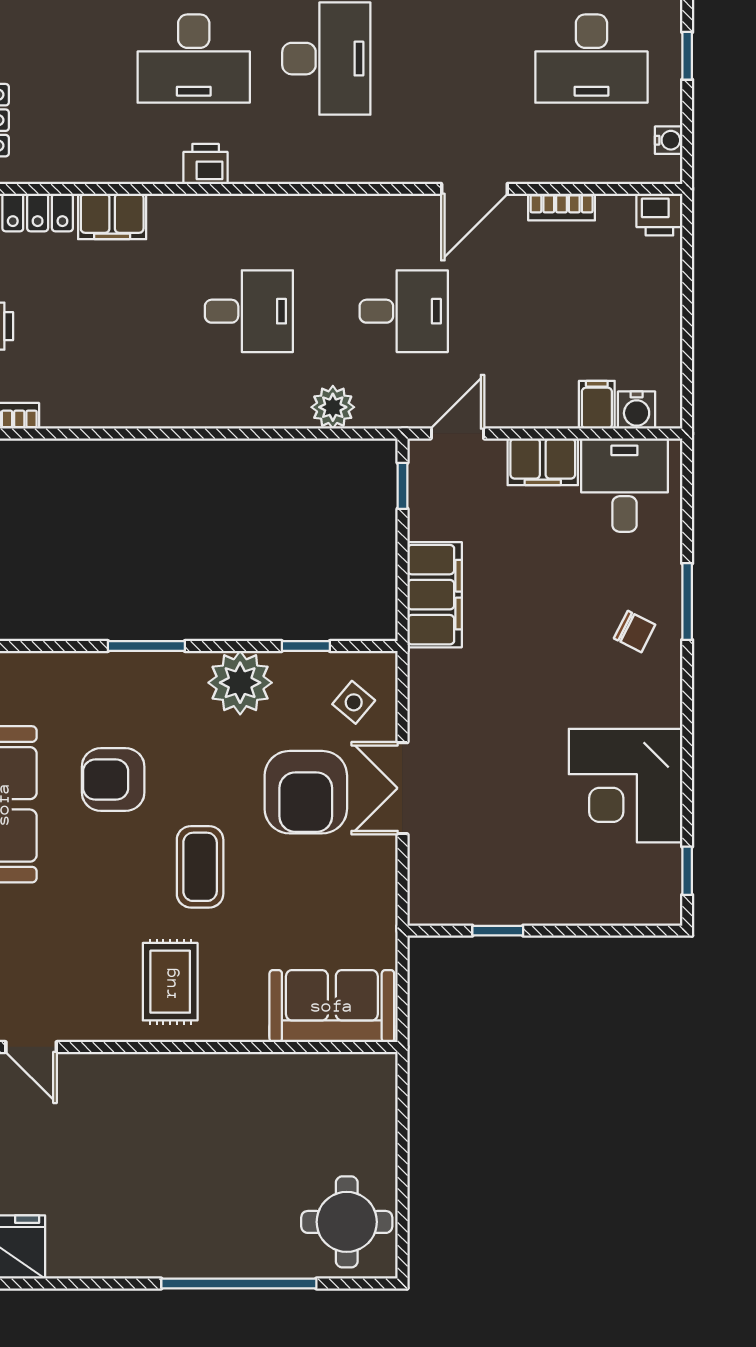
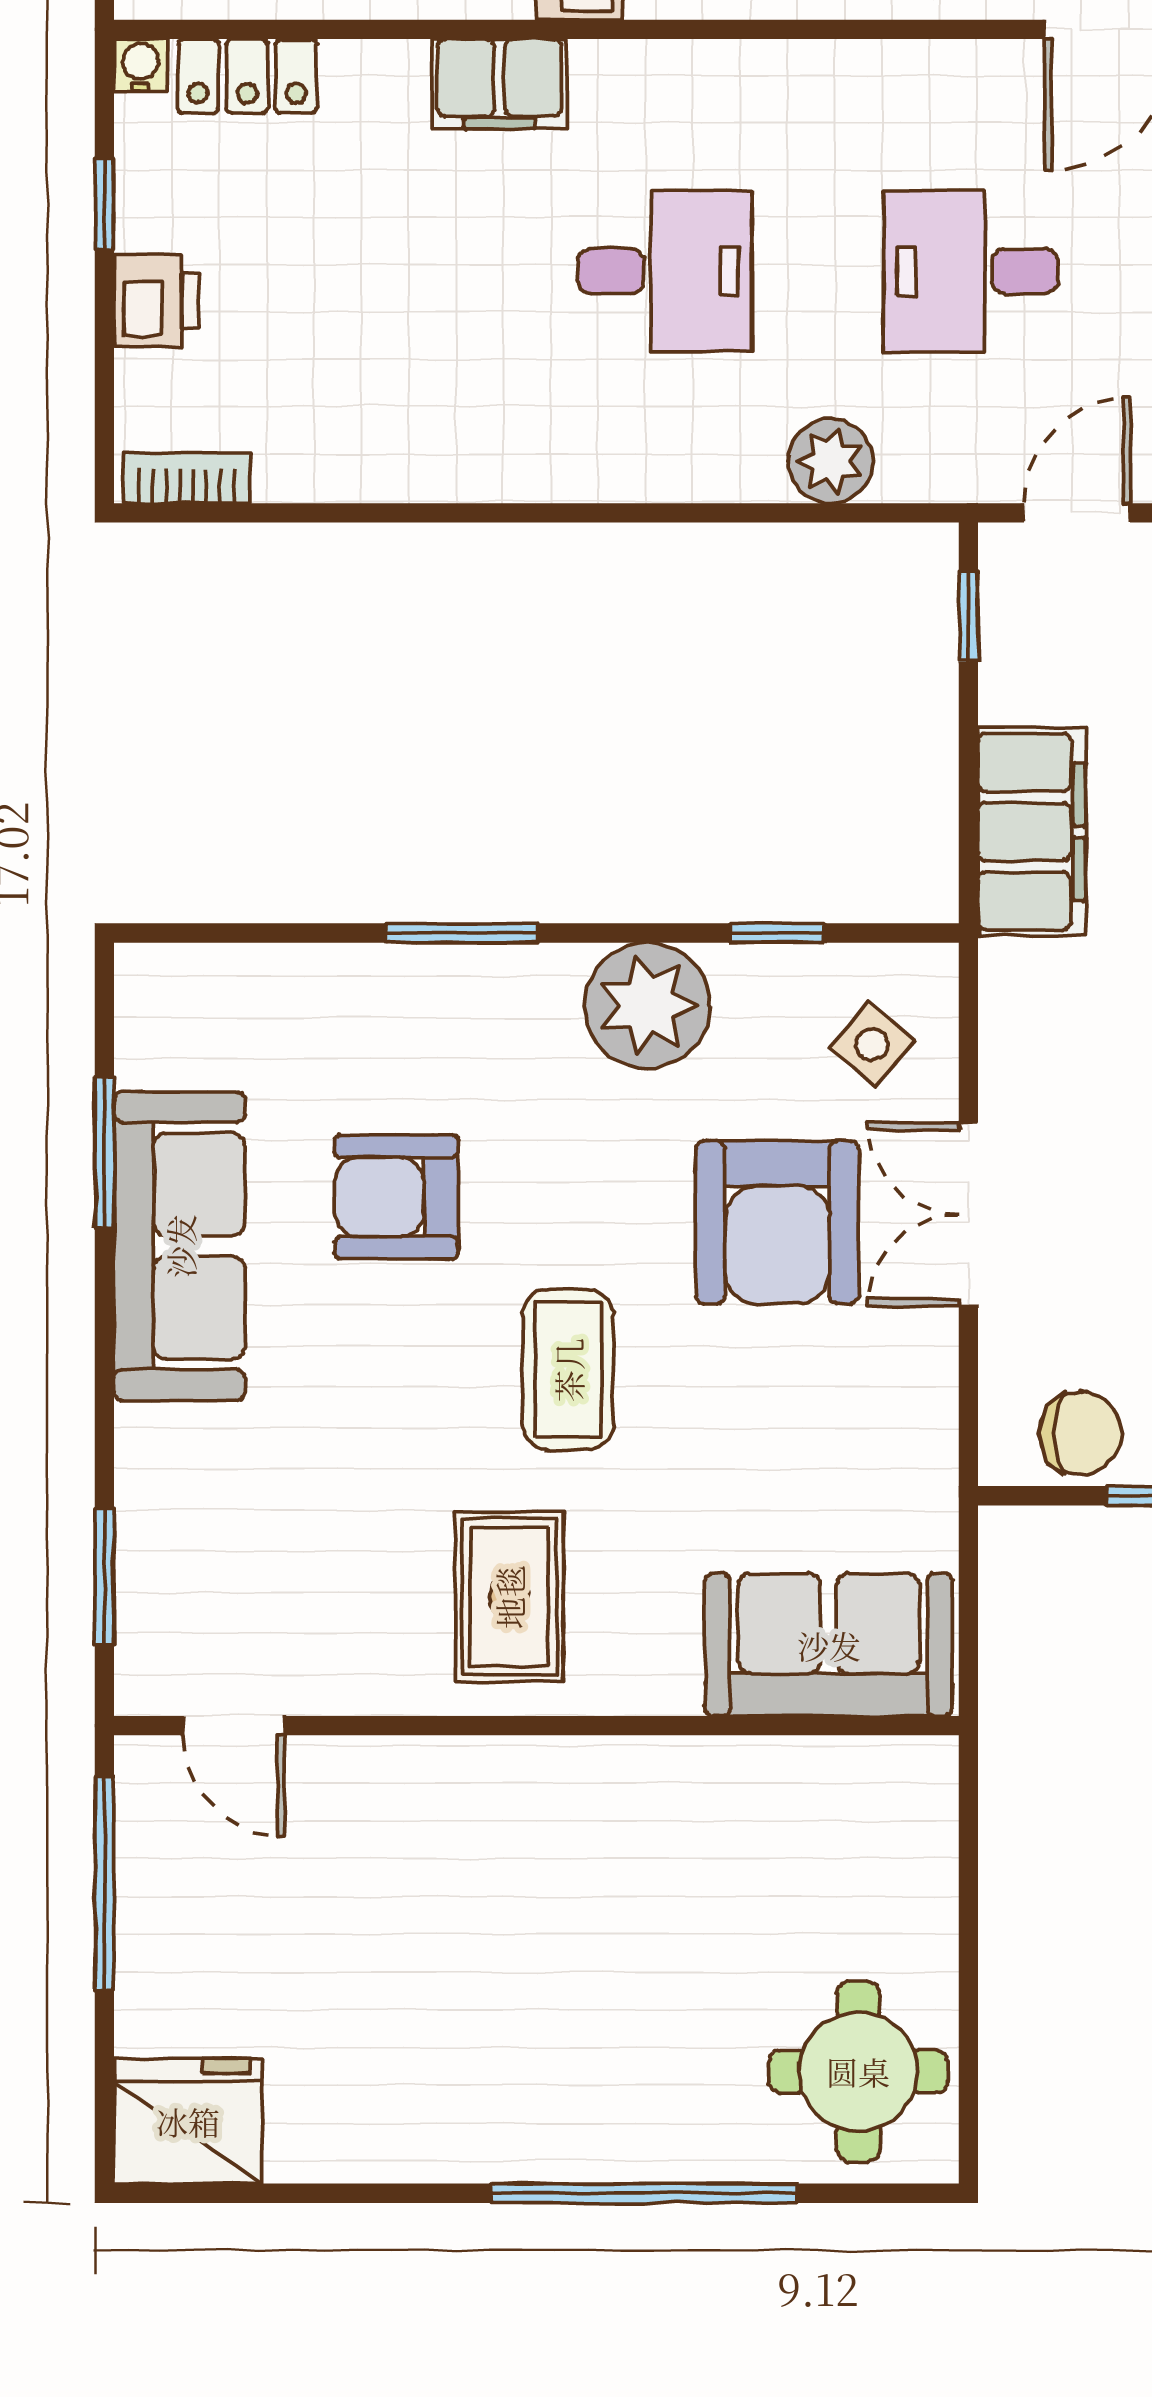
filing cabinet: (112, 216) -> (499, 84), moved
desk: (404, 311) -> (971, 271), turned 180
chair: (459, 899) -> (1080, 1433), added

